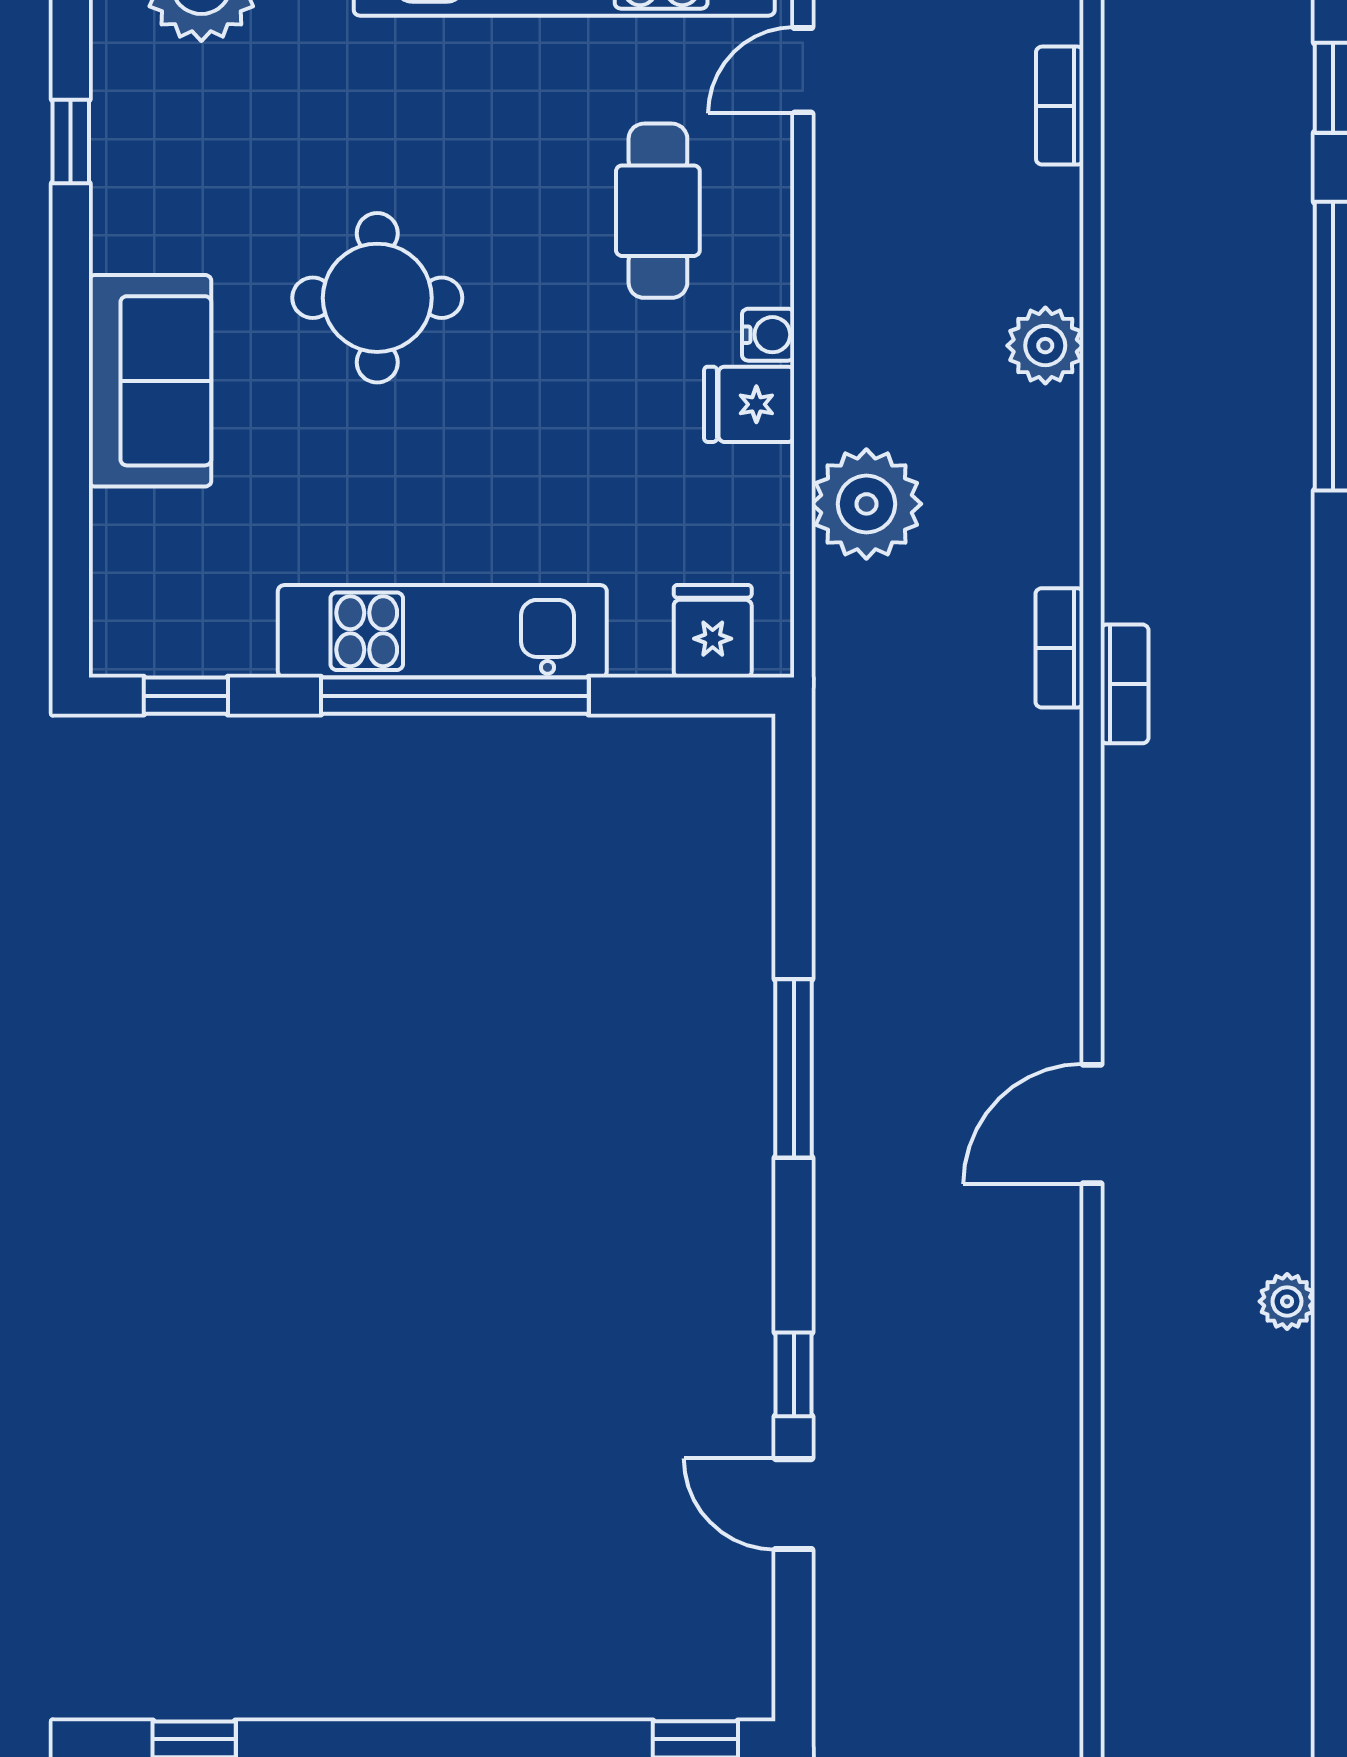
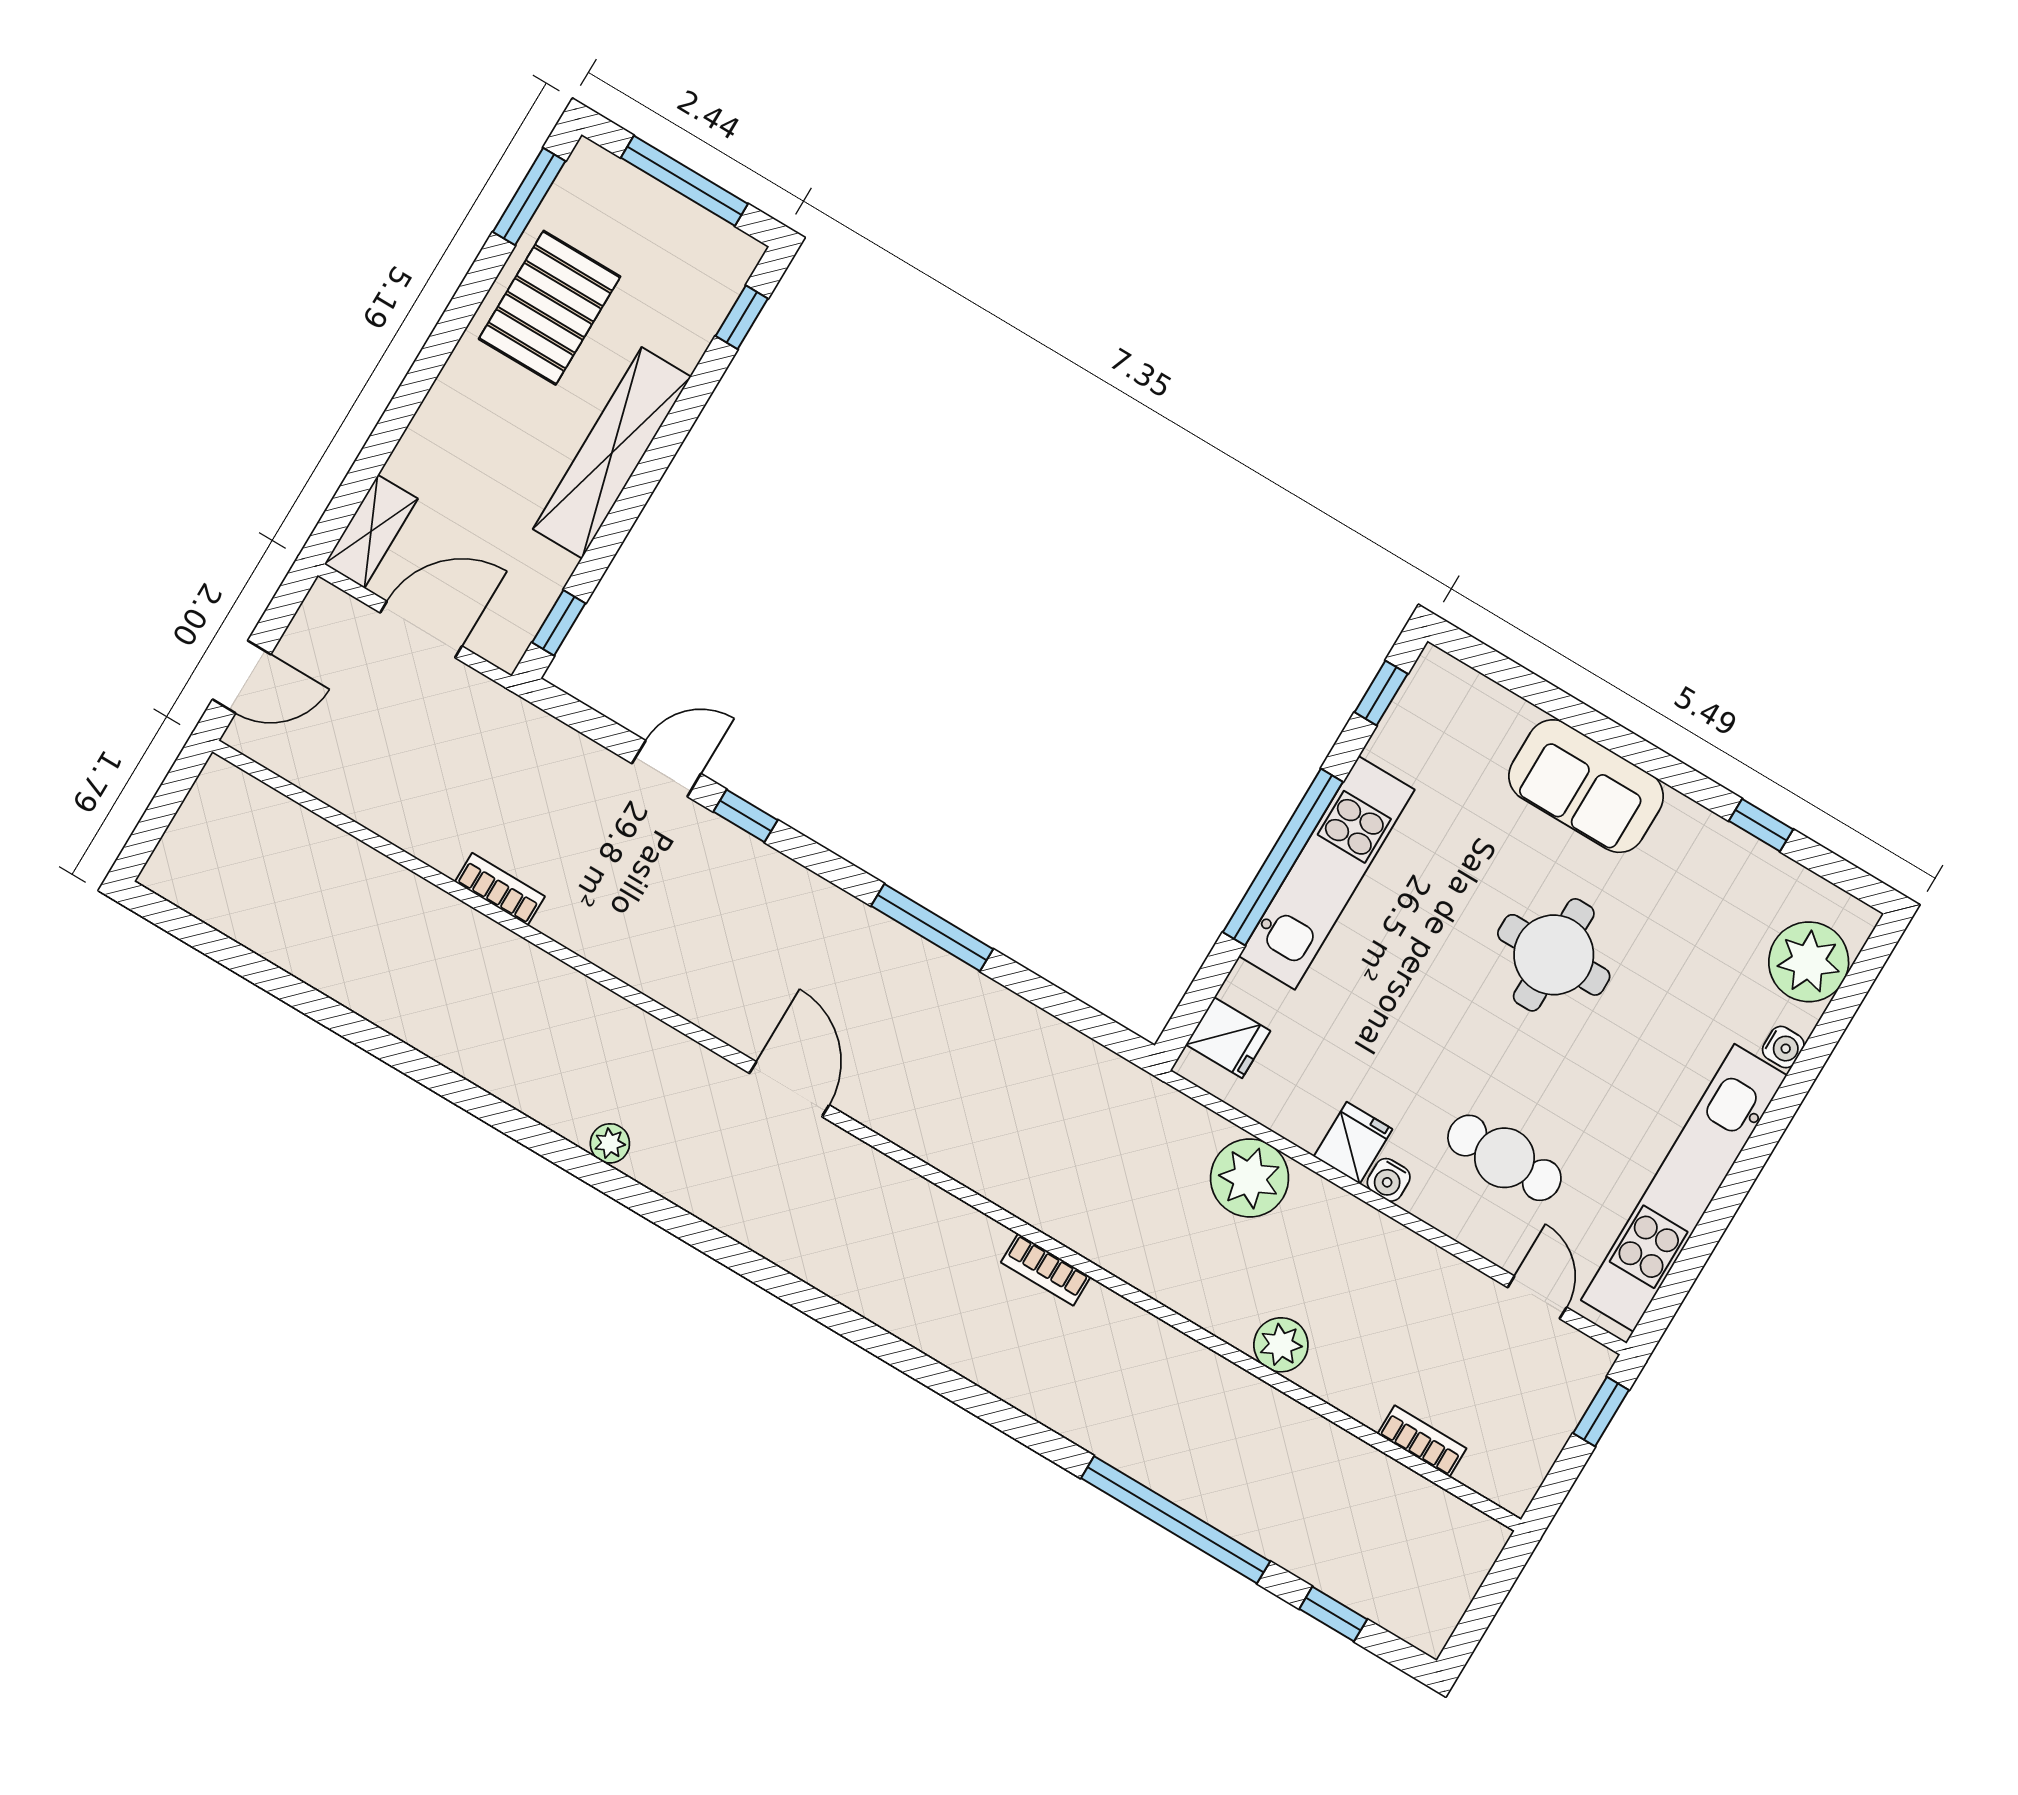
bookcase: (1059, 648) -> (500, 889), moved

